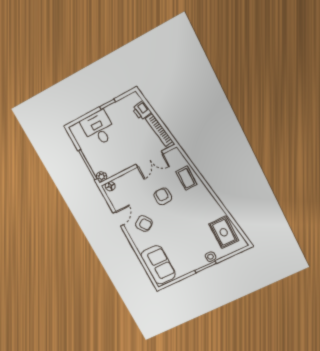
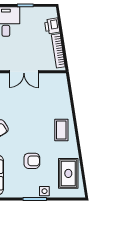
double door: (149, 159) -> (24, 72), moved
coffee table: (186, 178) -> (61, 130), moved
armchair: (163, 196) -> (32, 161), moved, turned 90

